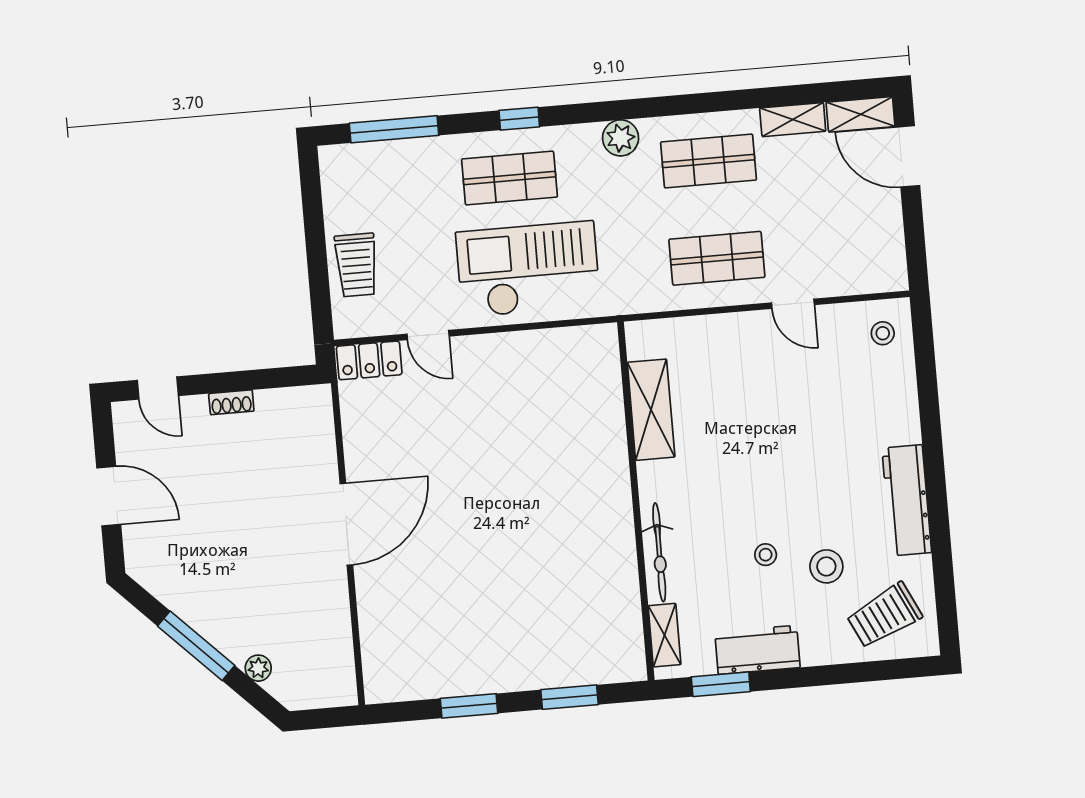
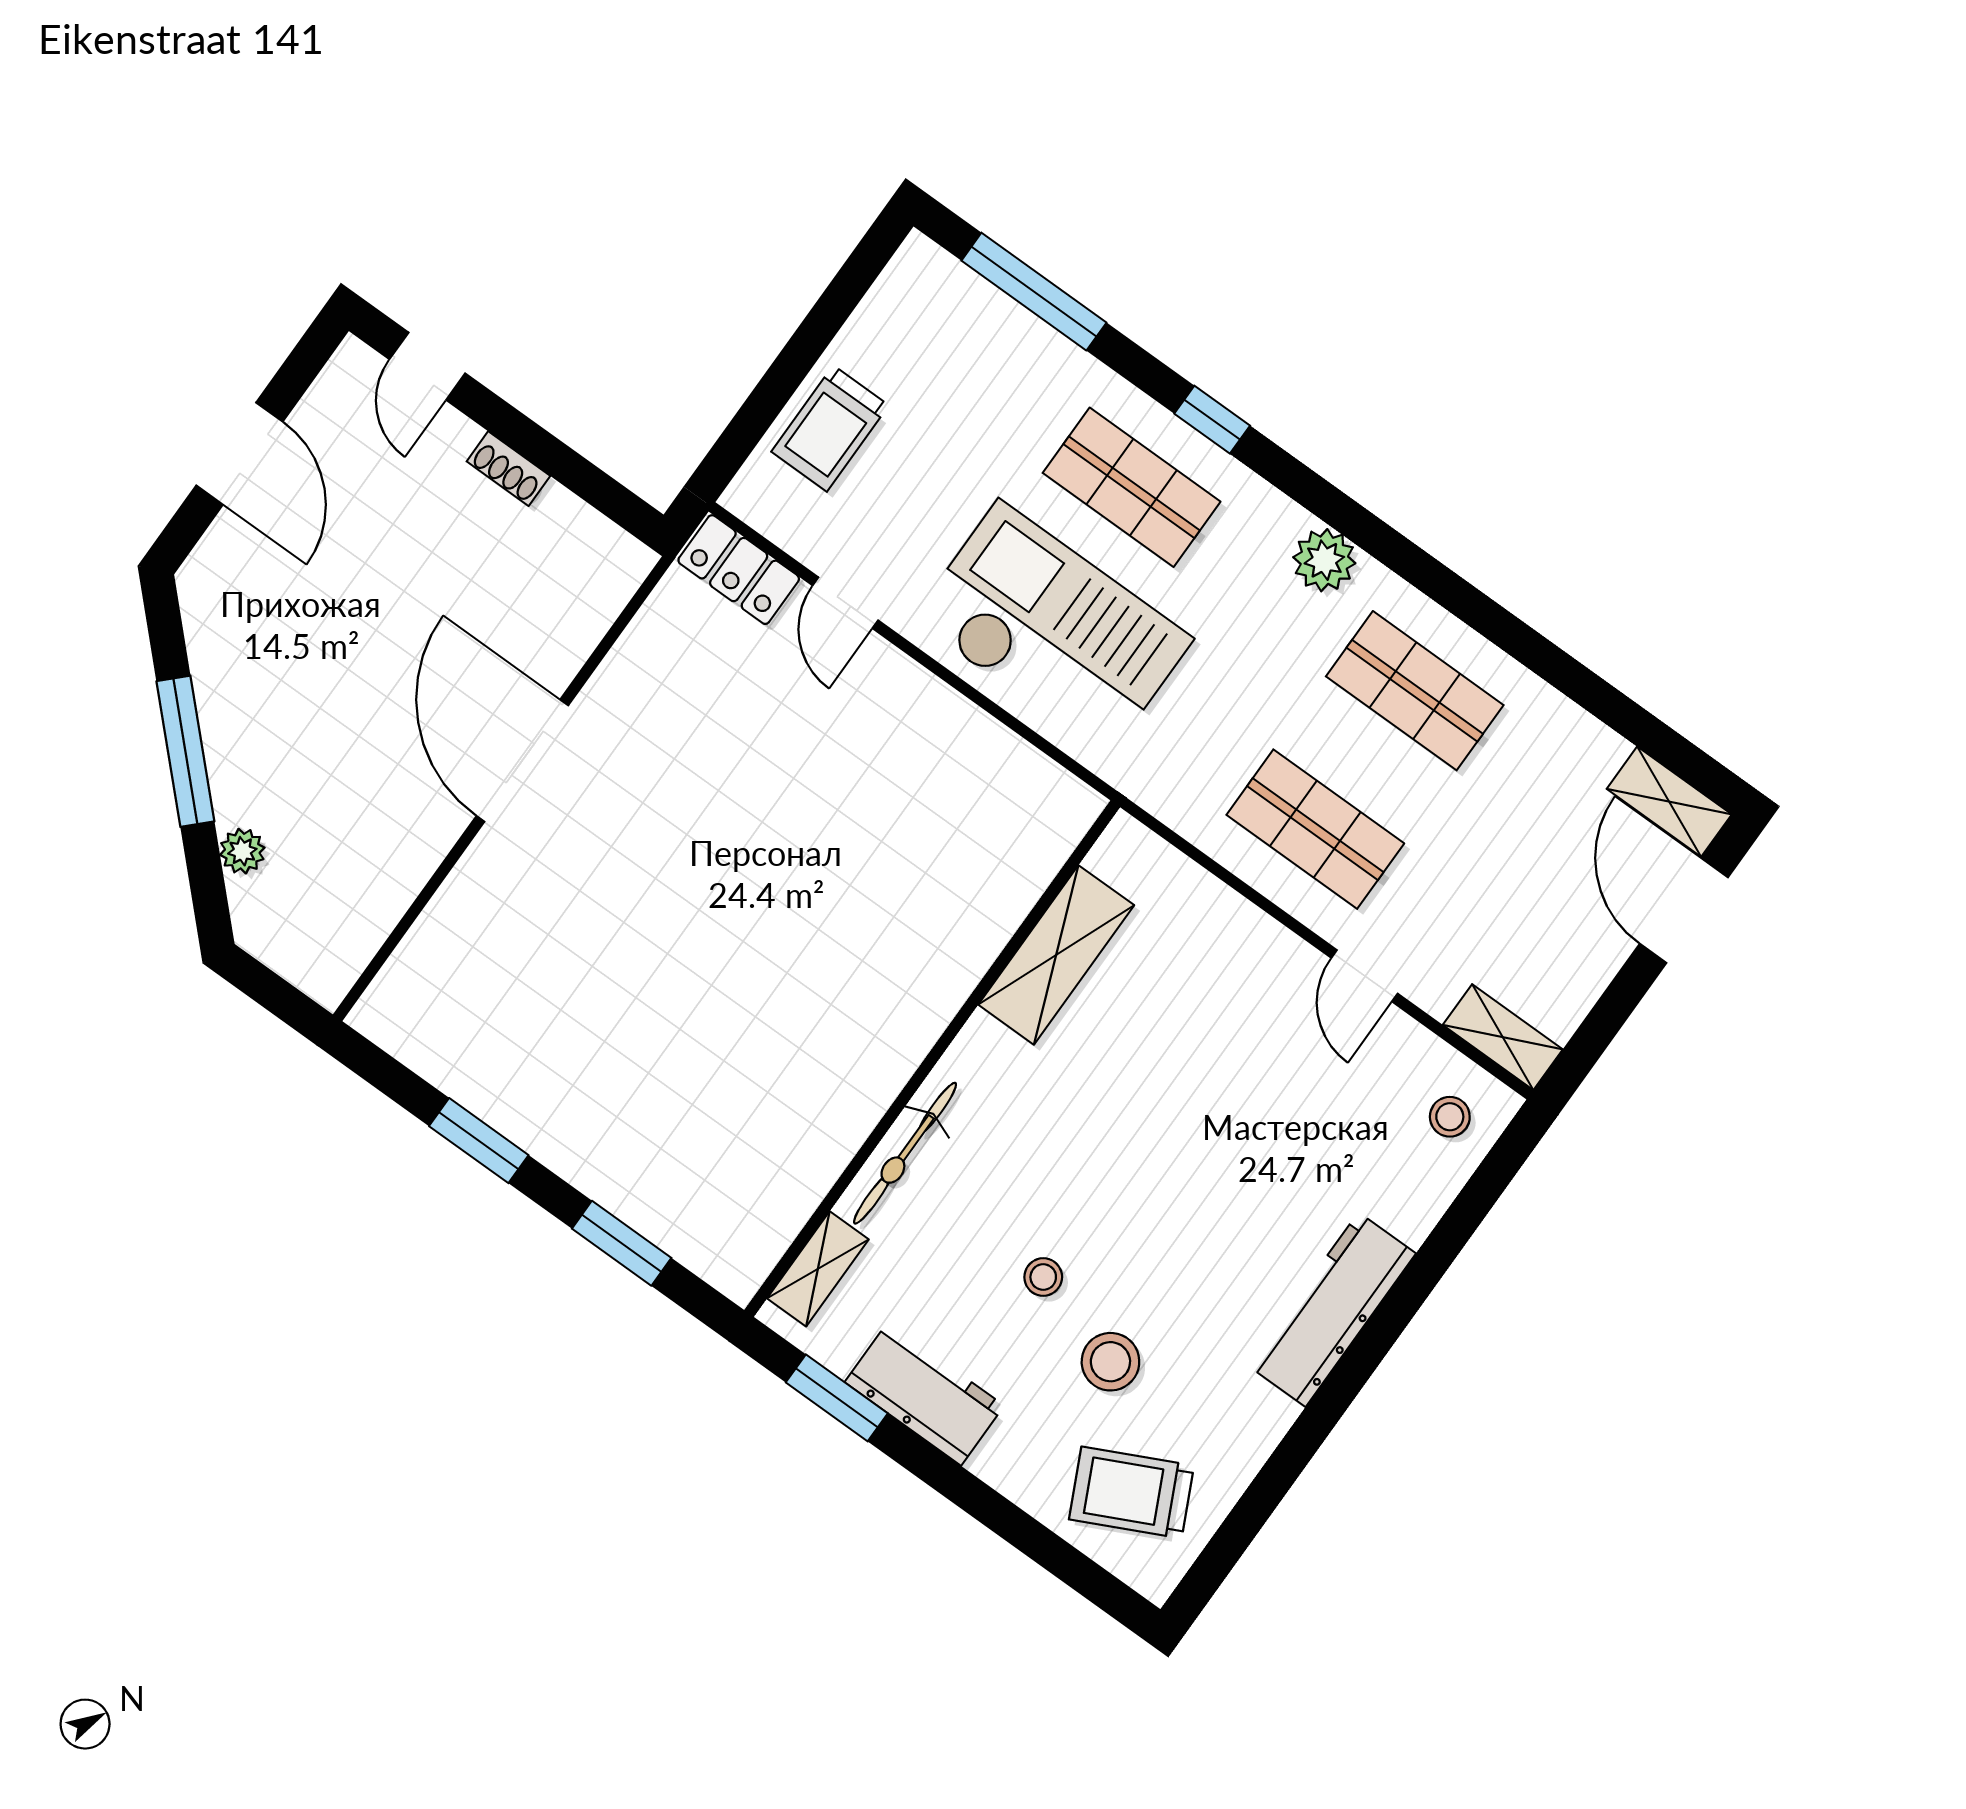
shelving: (793, 120) -> (1503, 1037), moved
workbench: (907, 500) -> (1332, 1310), moved
door: (346, 524) -> (522, 761), swing flipped

